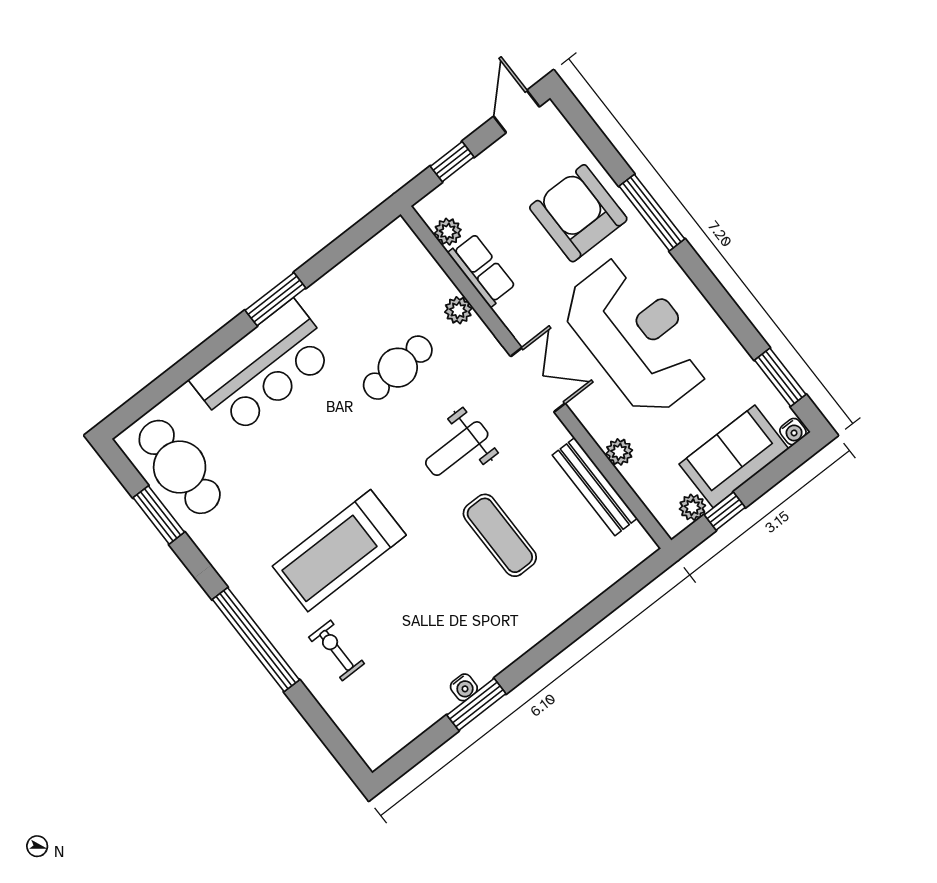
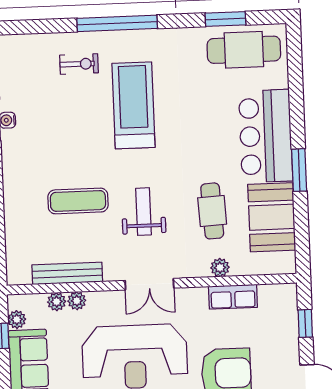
plant: (448, 232) -> (57, 302), moved
booth: (355, 292) -> (272, 217), added

